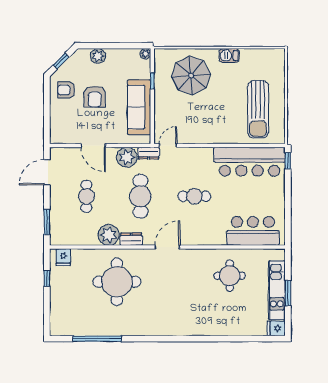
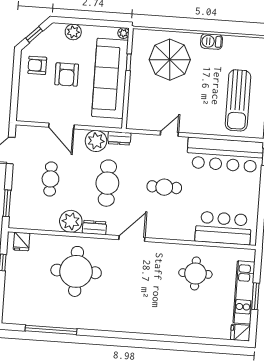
sofa: (139, 107) -> (110, 78), width x1.36, depth x1.27
door: (168, 146) -> (169, 134), moved

